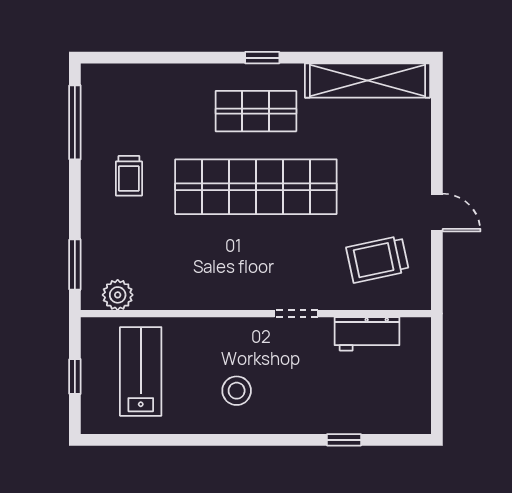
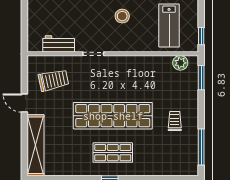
shelving: (368, 80) -> (36, 145), moved, turned 90
window: (75, 377) -> (201, 36), moved

